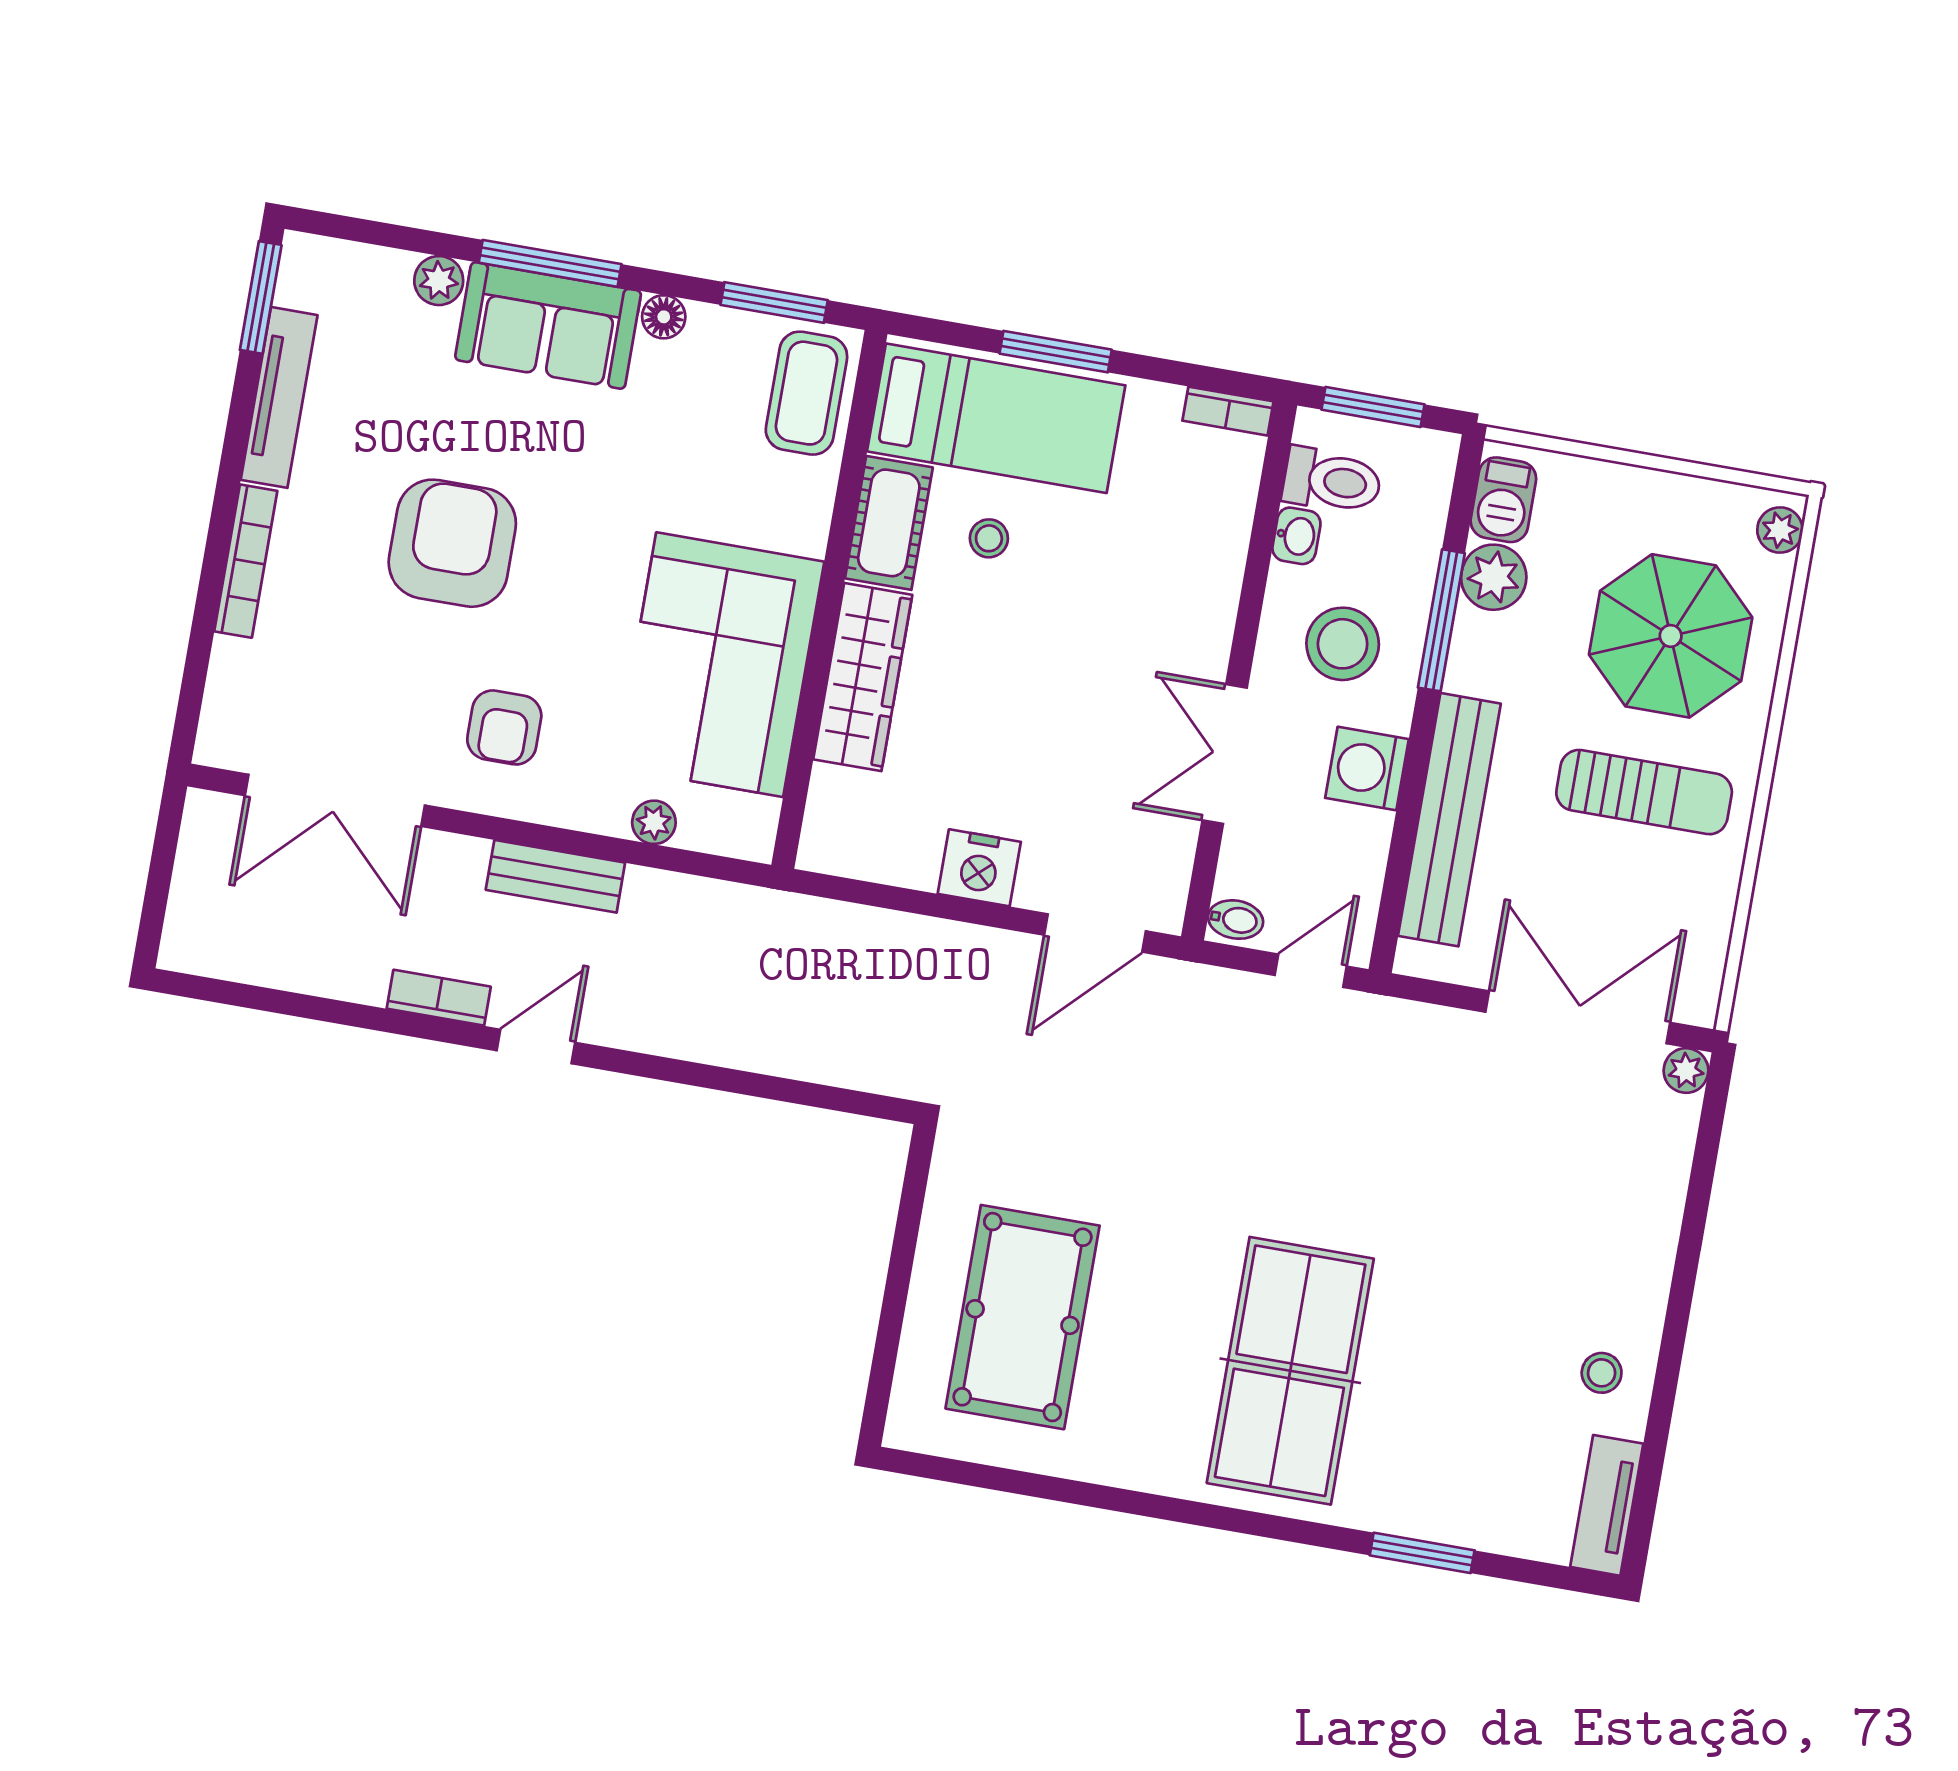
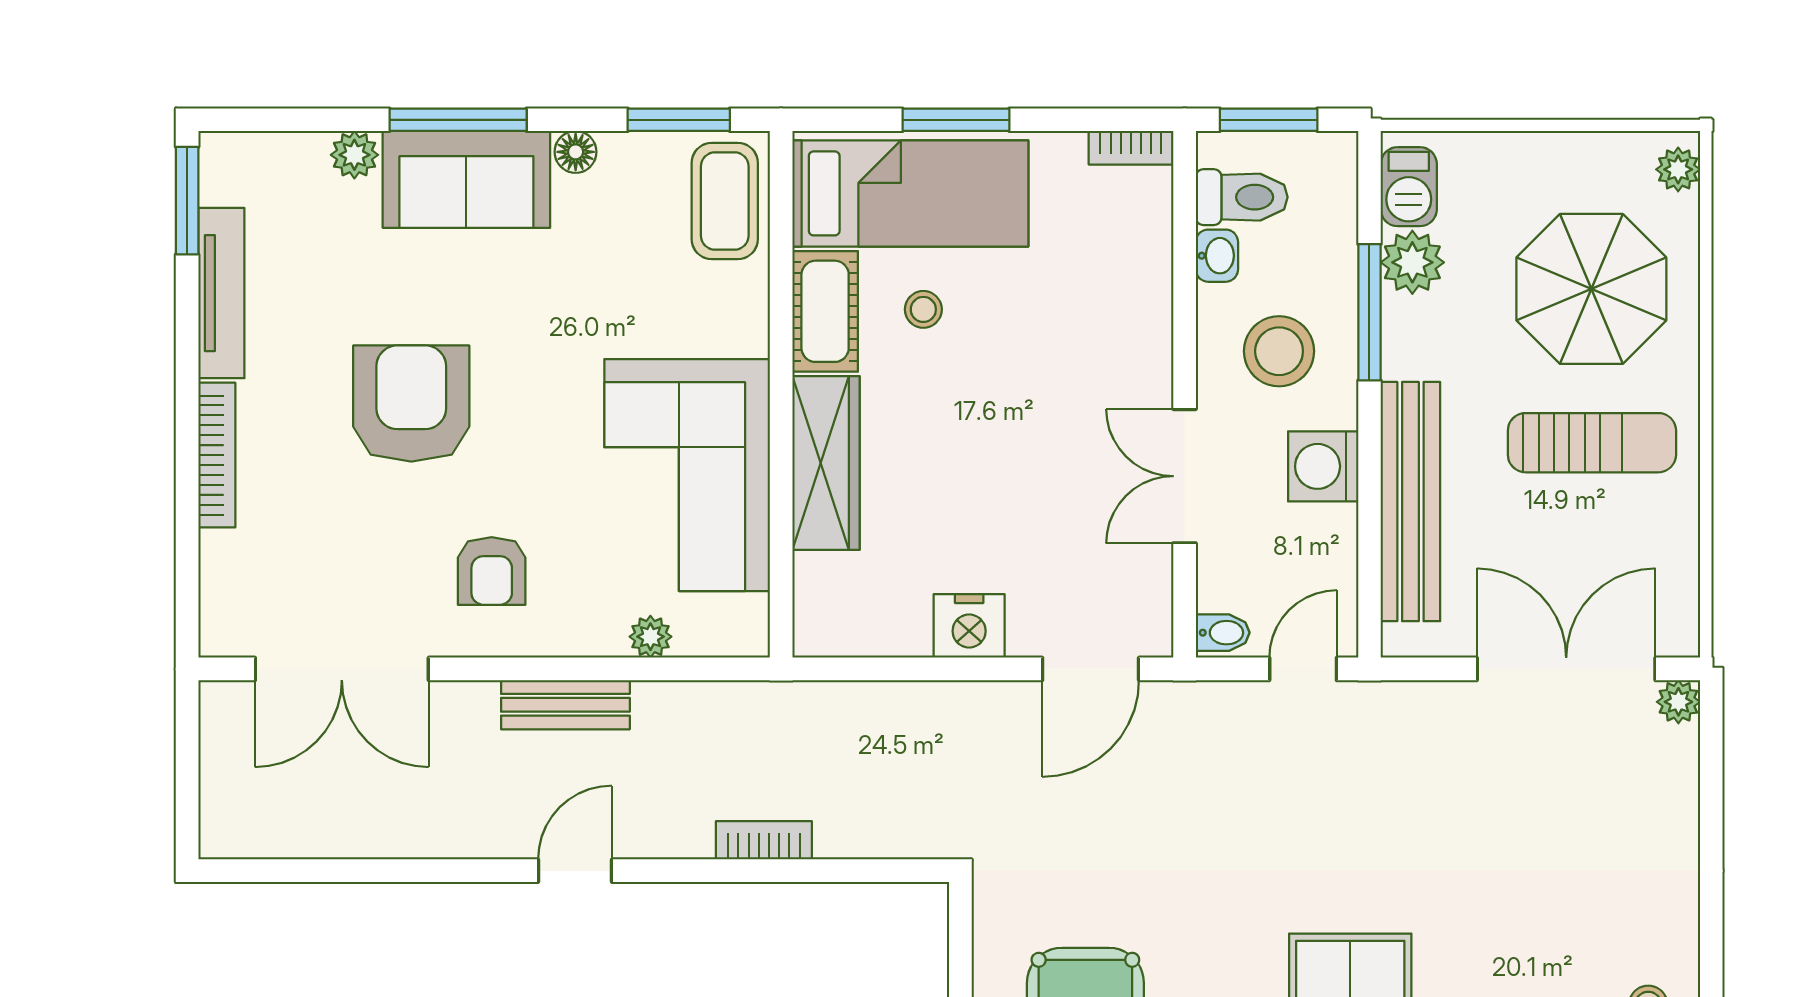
bookcase: (439, 998) -> (764, 840), moved

